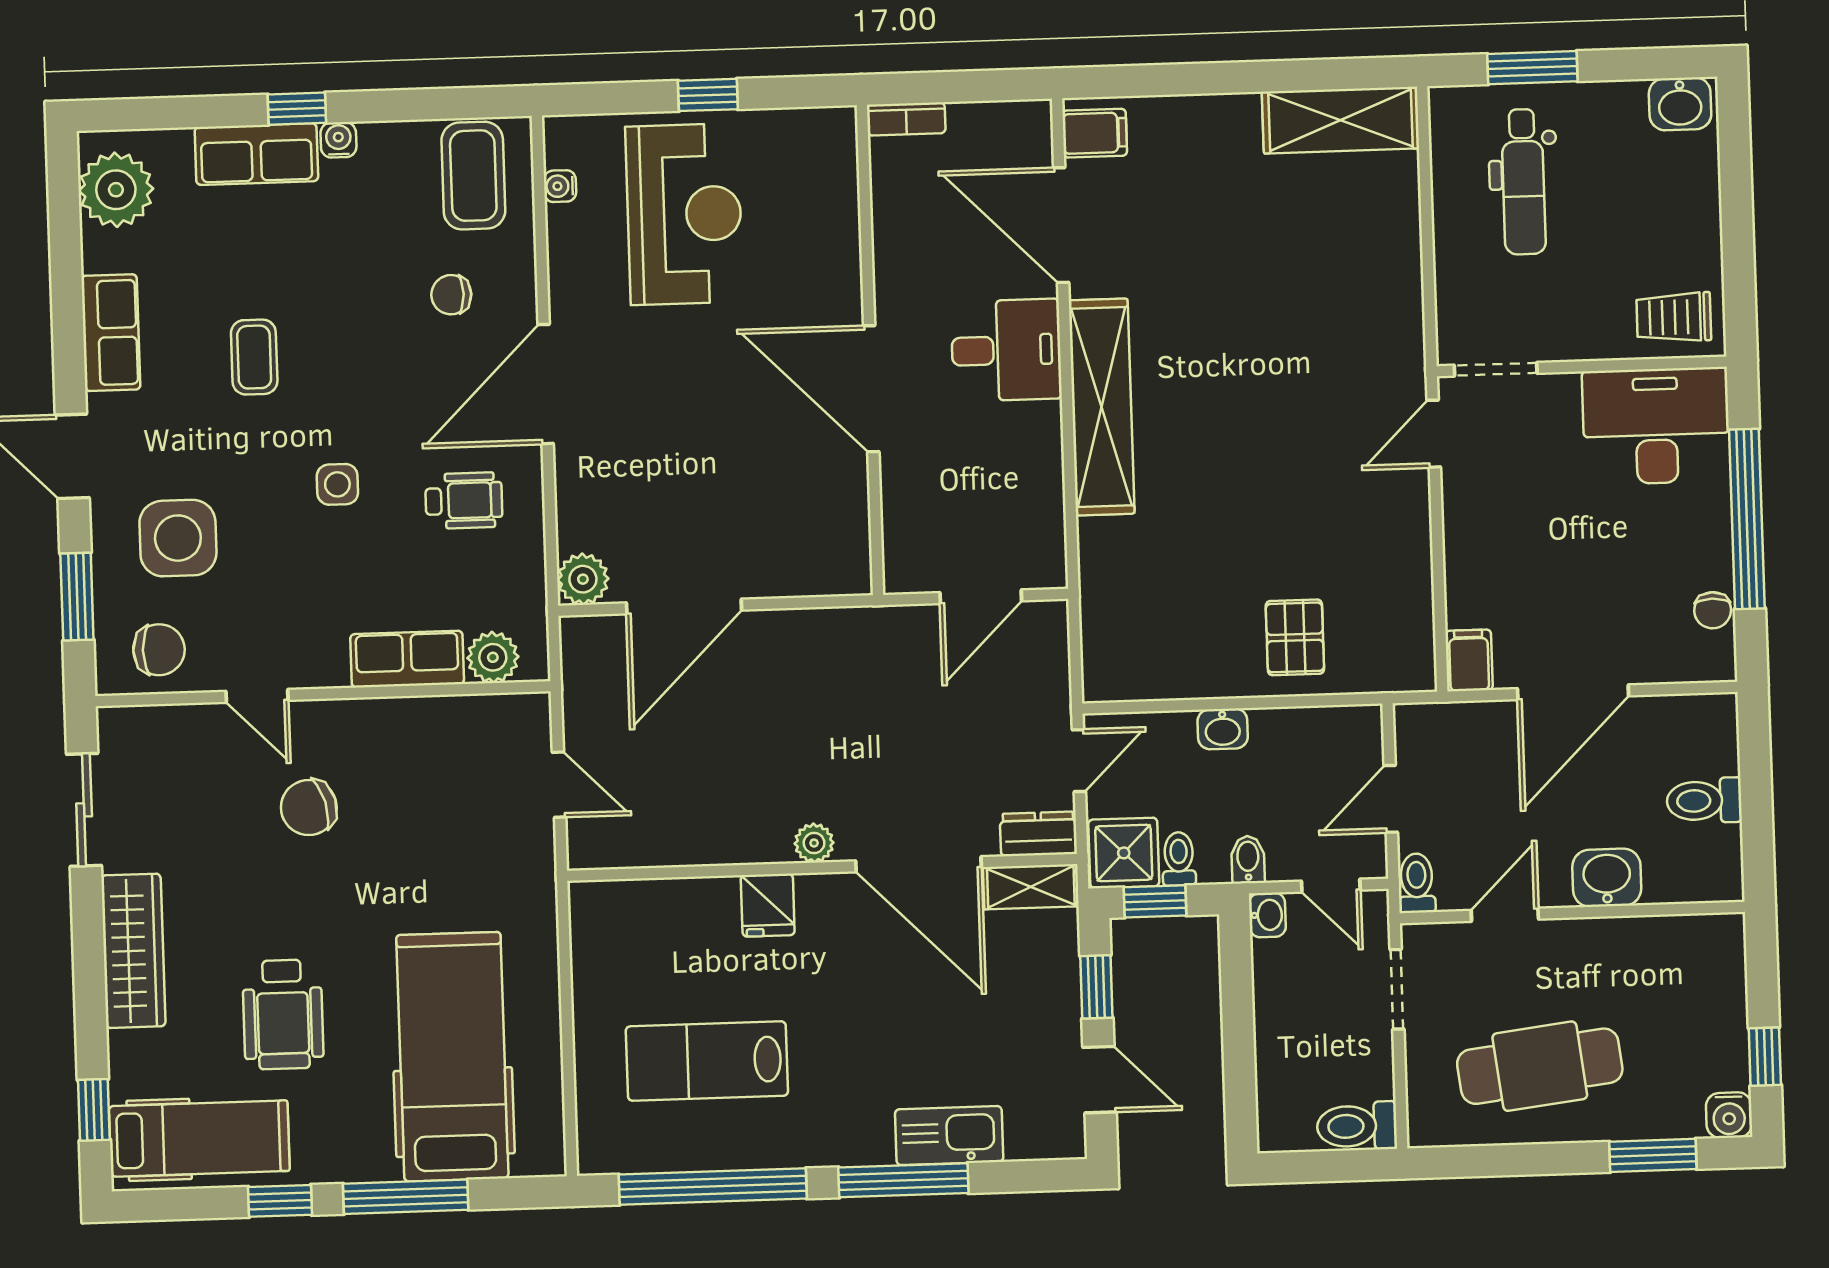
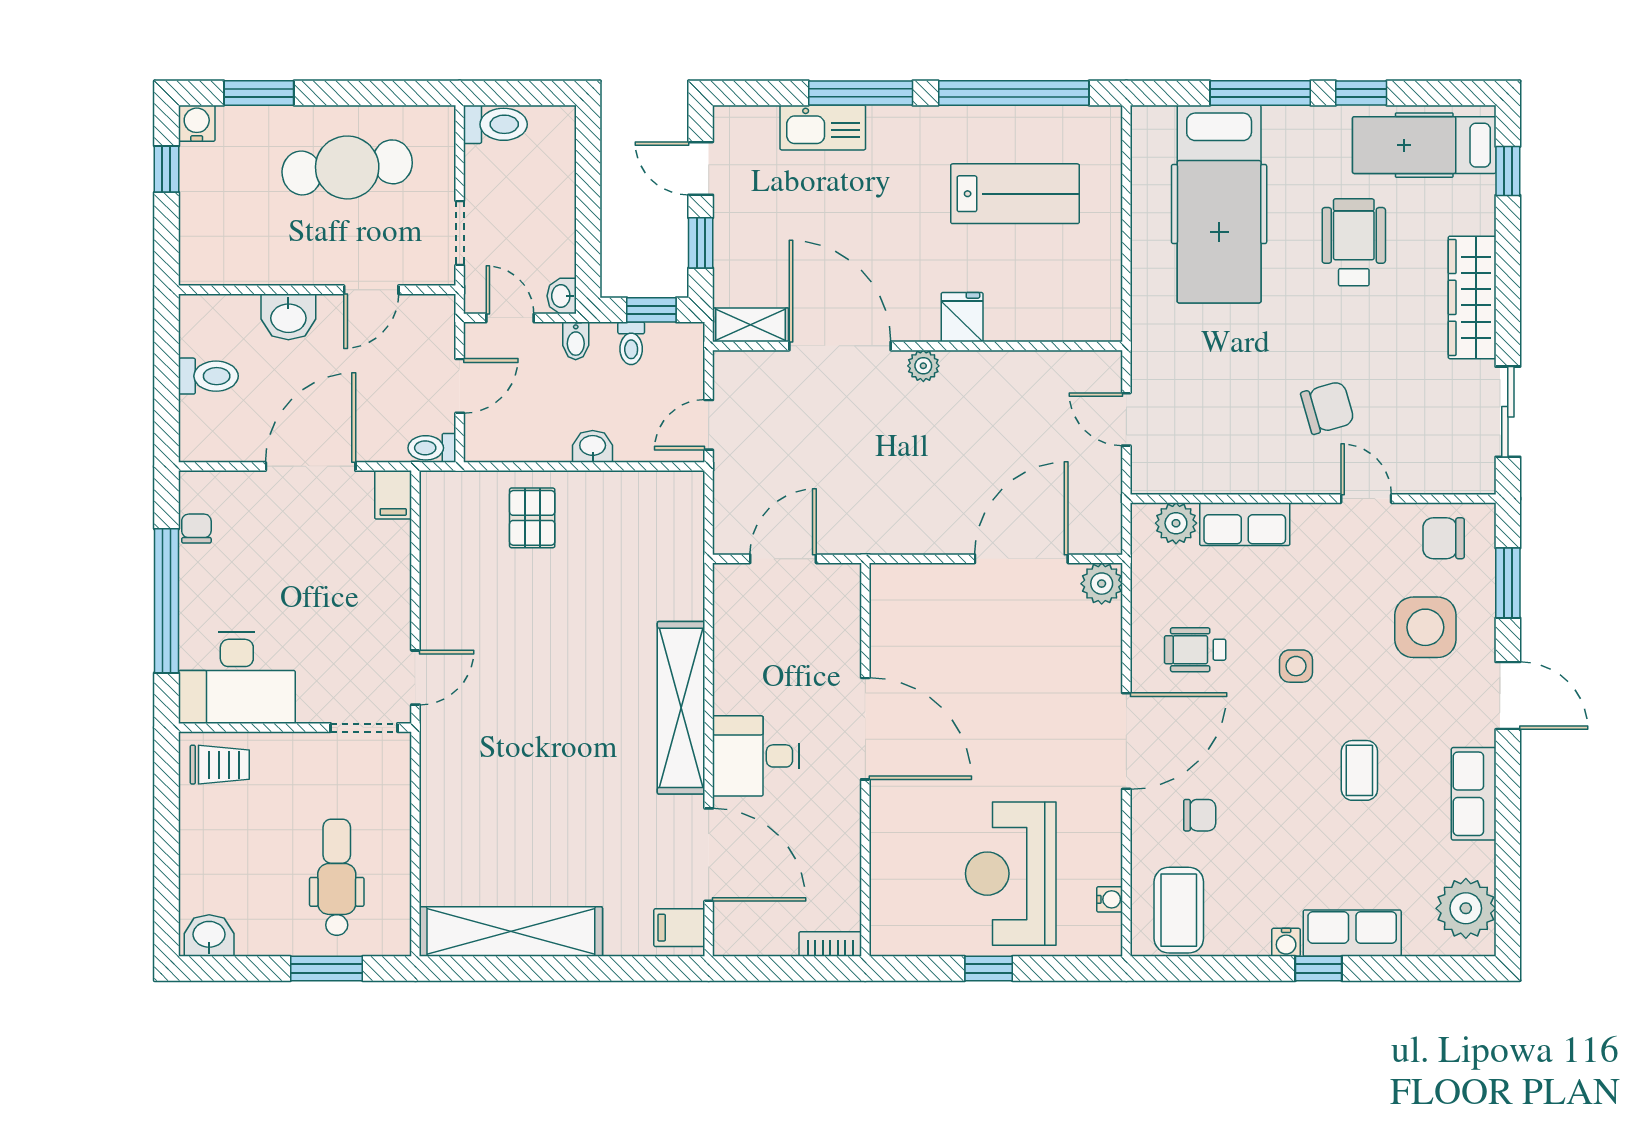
shelving: (1341, 120) -> (511, 932), width x1.47
dresser: (1038, 834) -> (743, 367), removed
shower: (1124, 853) -> (675, 350), removed
toilet: (1417, 883) -> (432, 448), moved, turned 90

